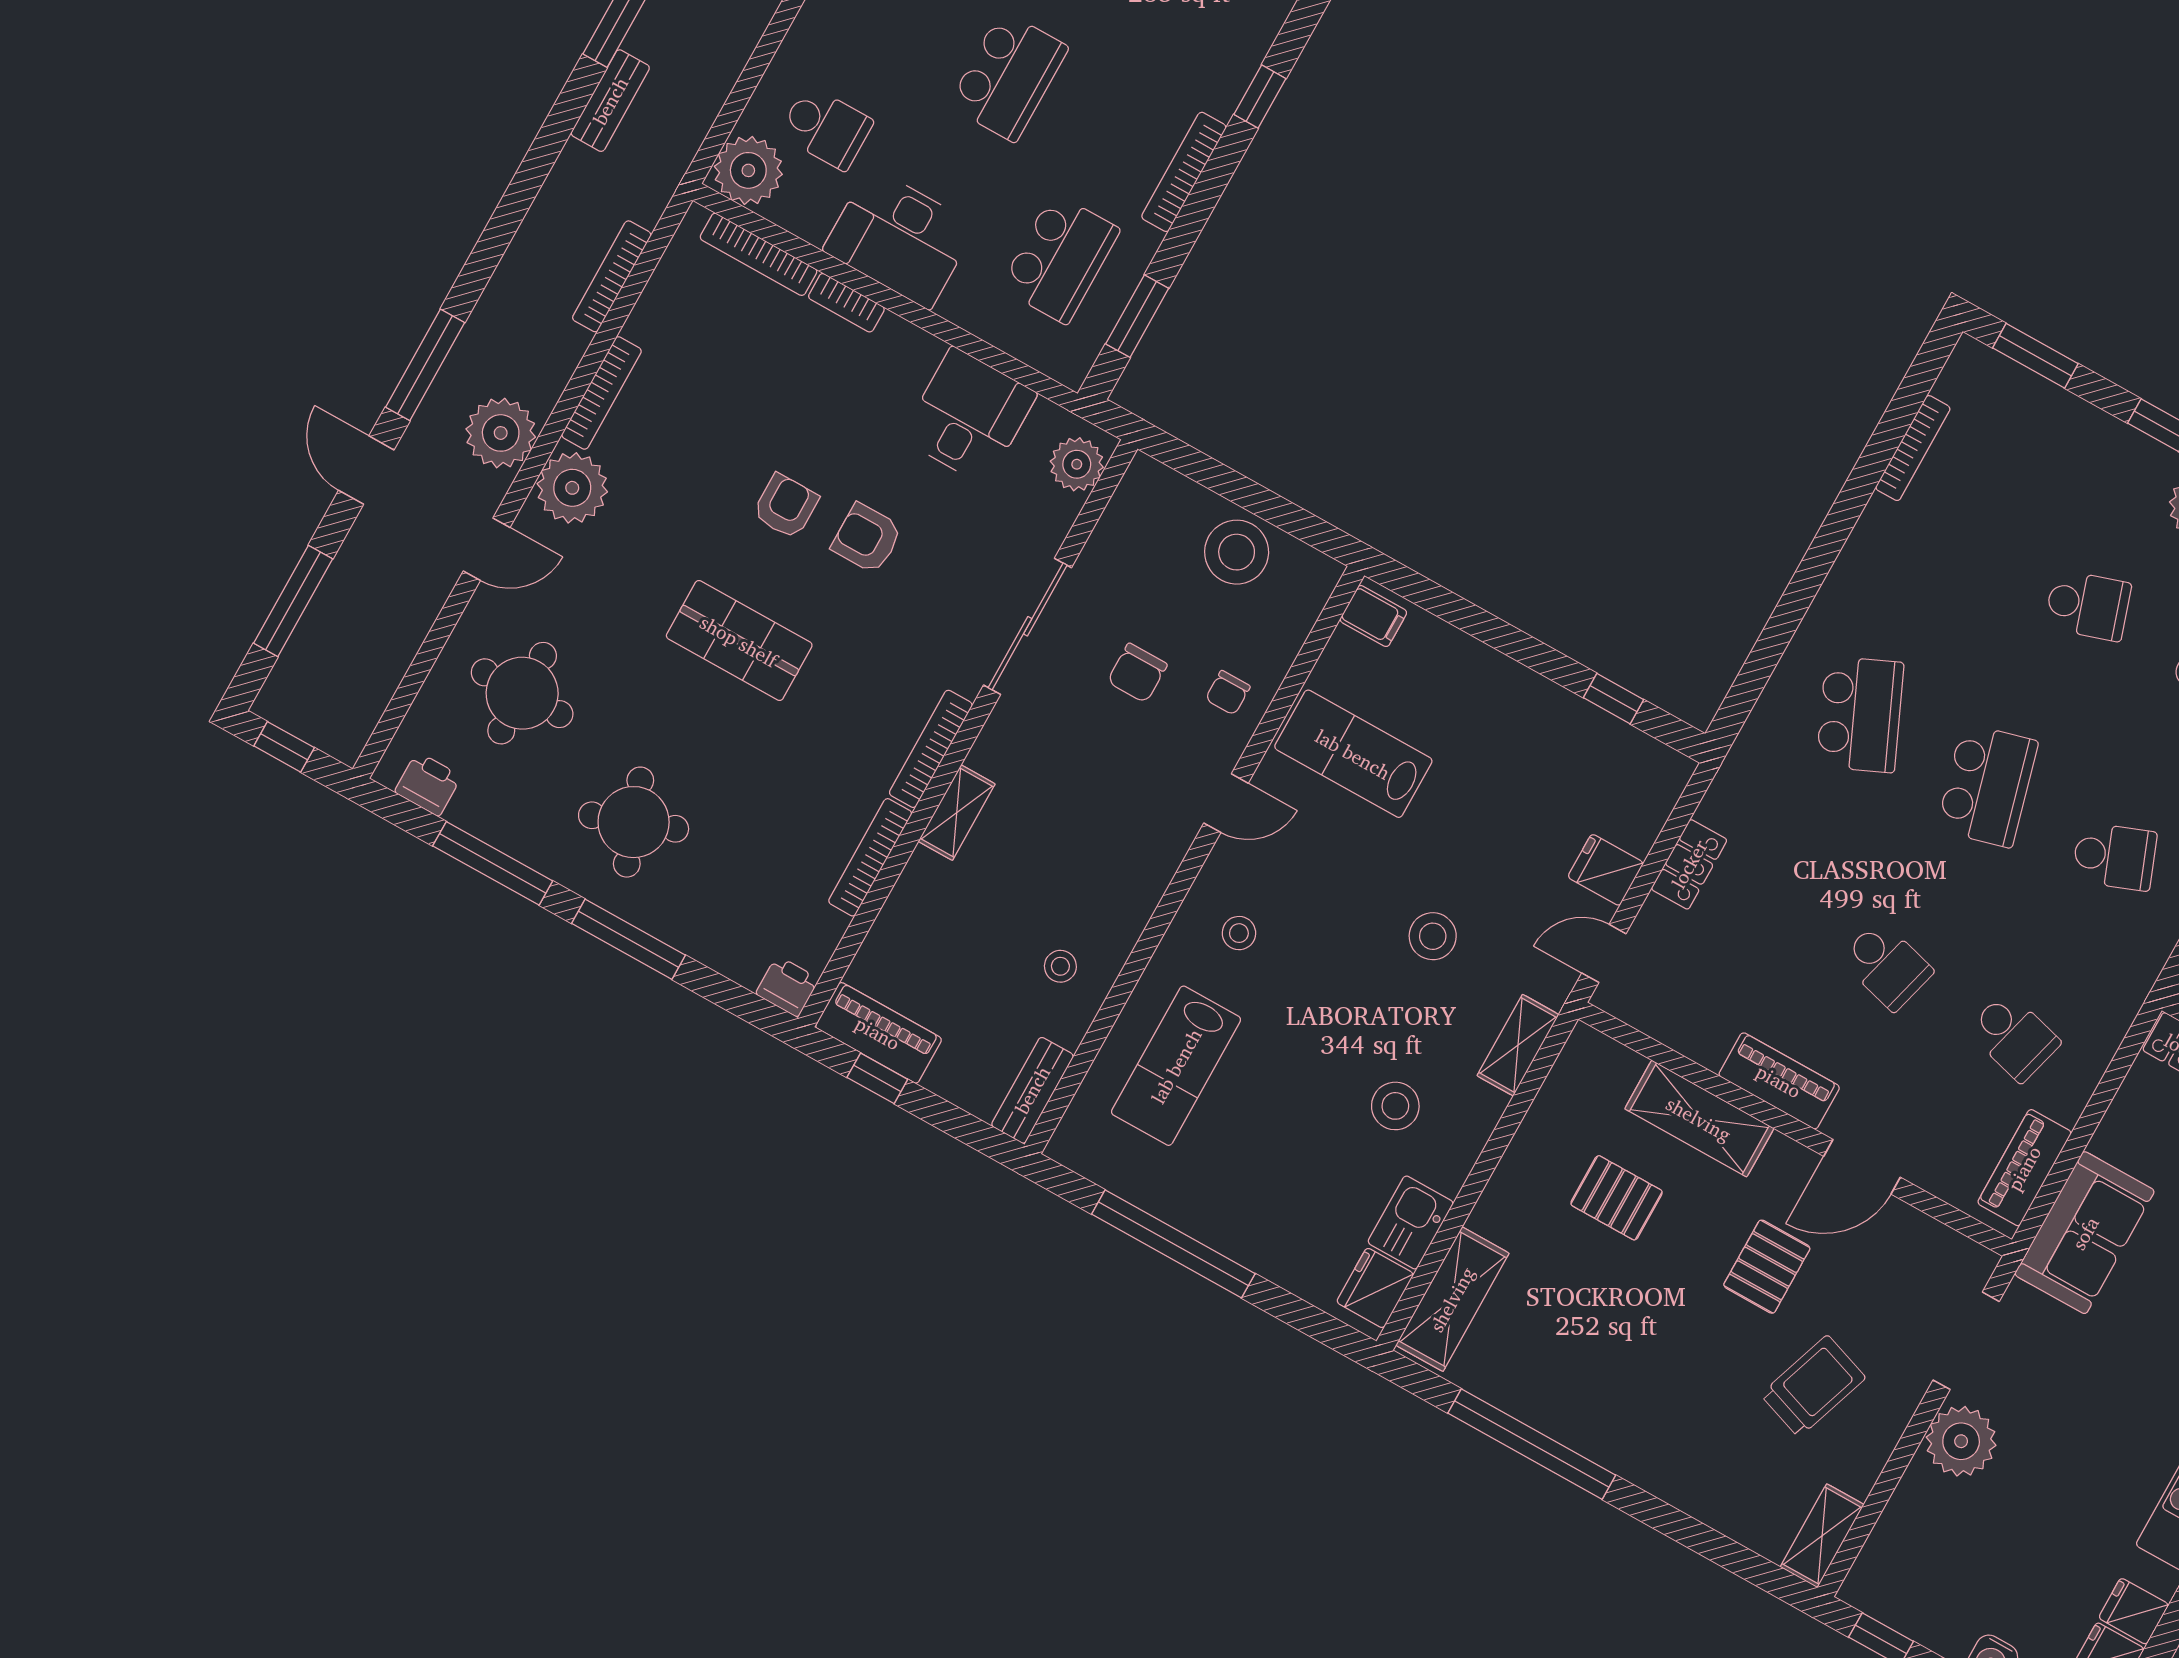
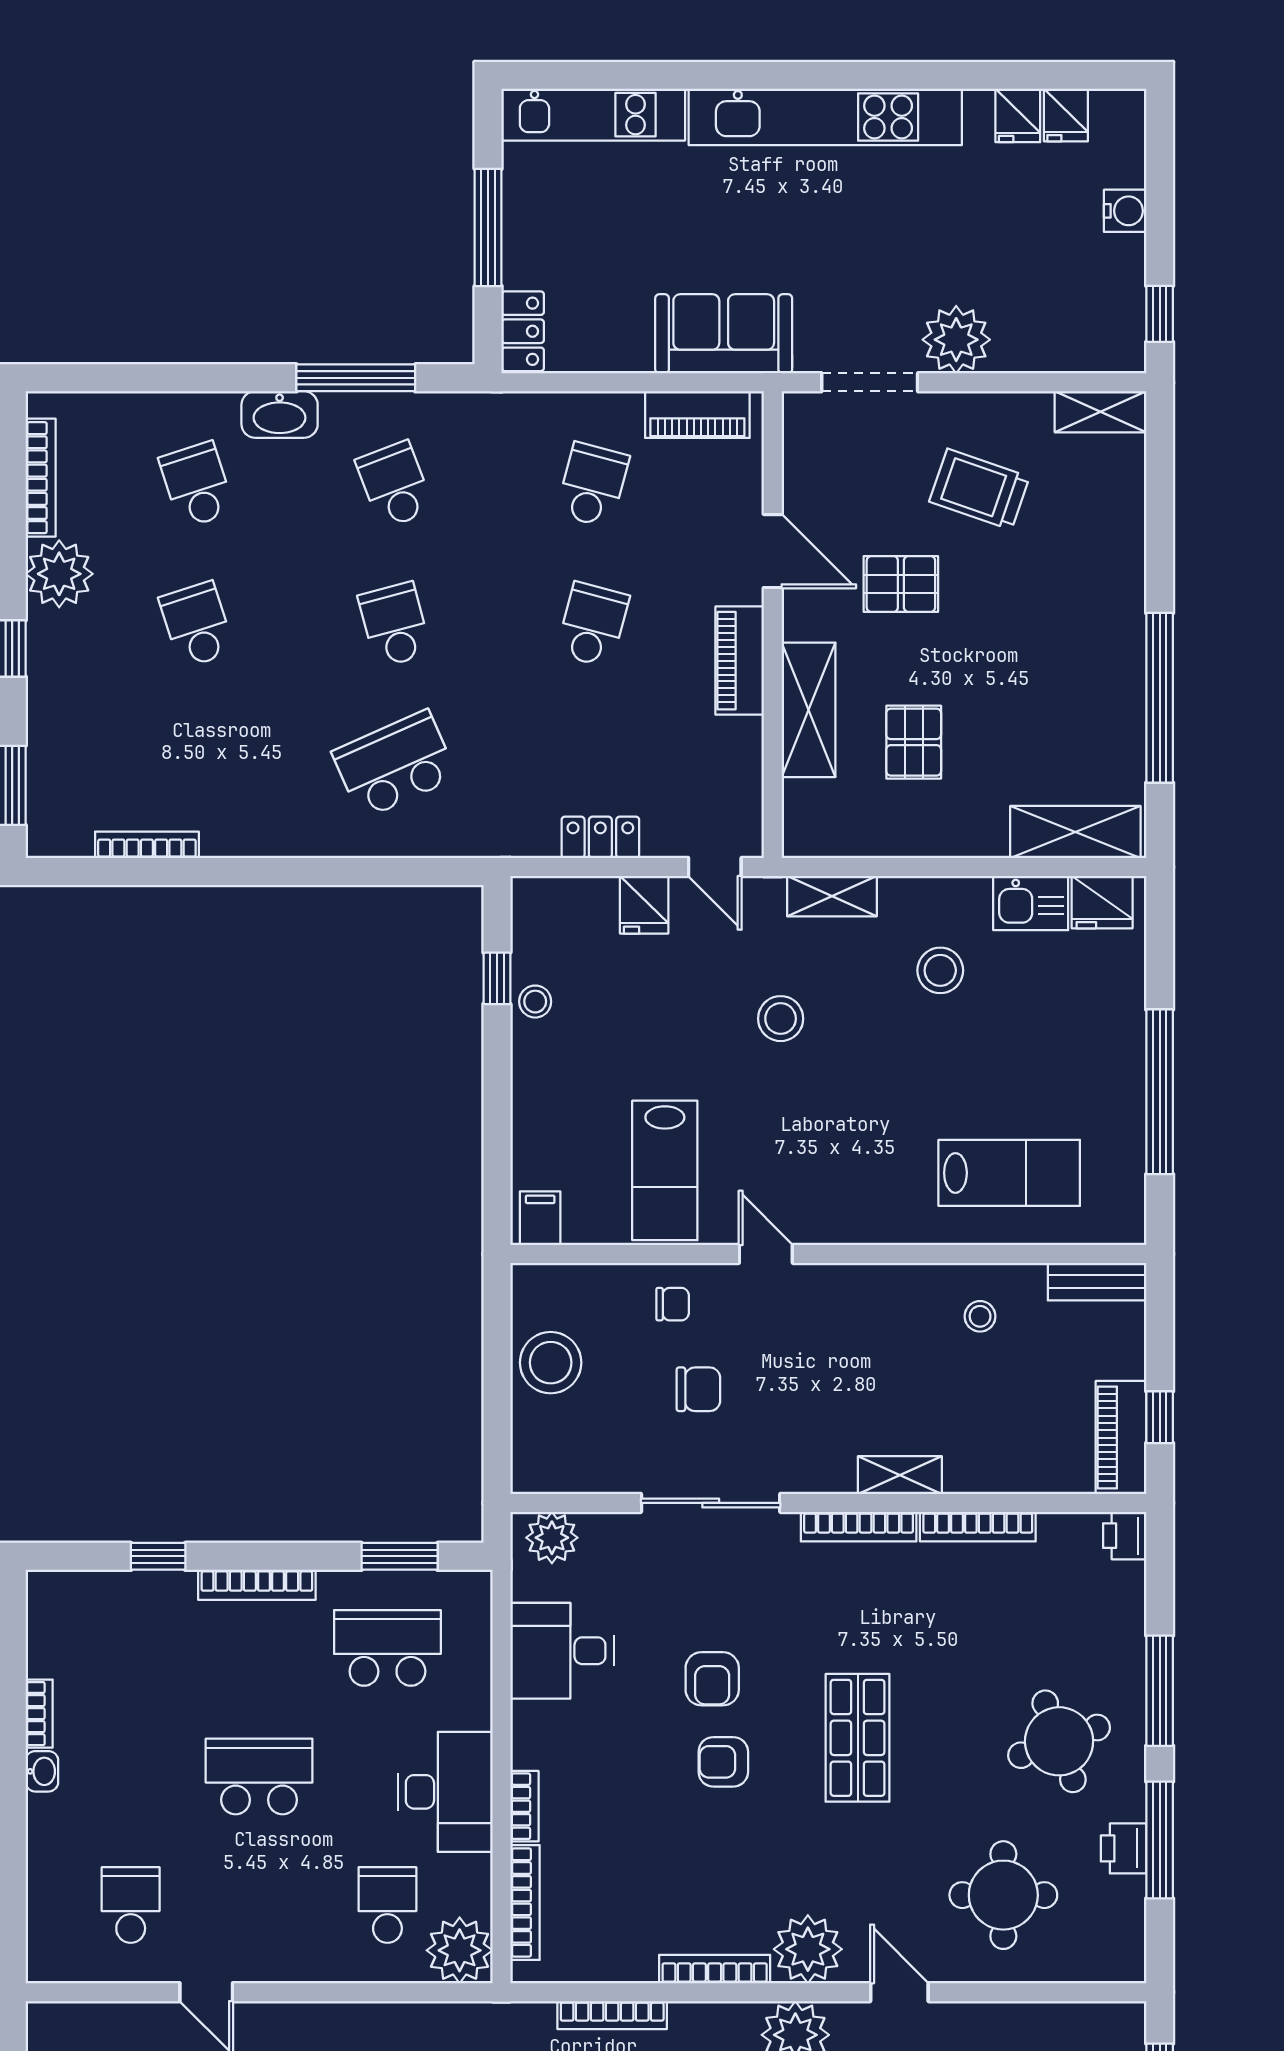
printer: (428, 784) -> (1124, 1848), moved
school desk: (1987, 785) -> (395, 625), width x0.54
stool: (1239, 933) -> (535, 1002), moved

